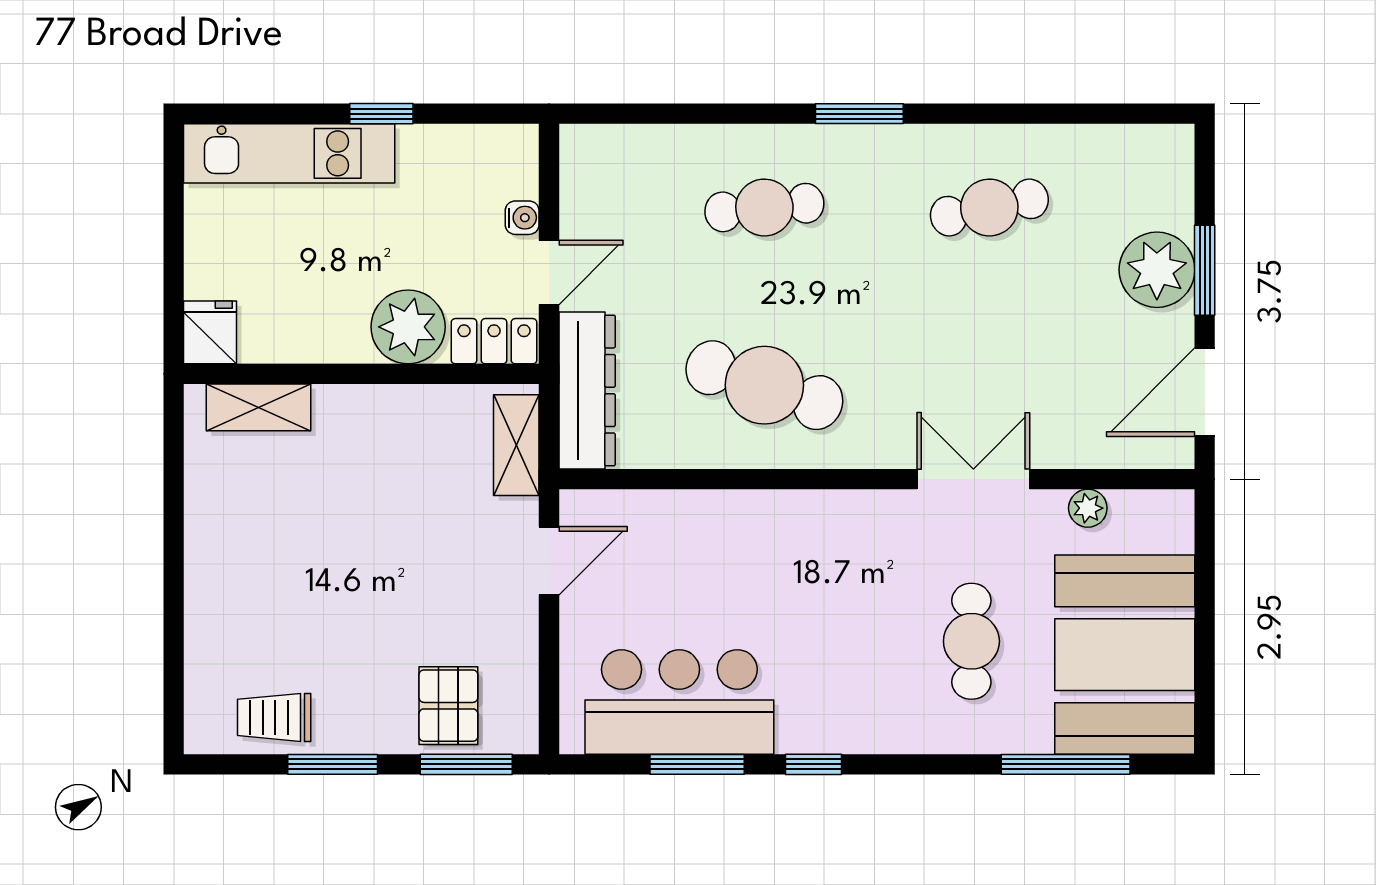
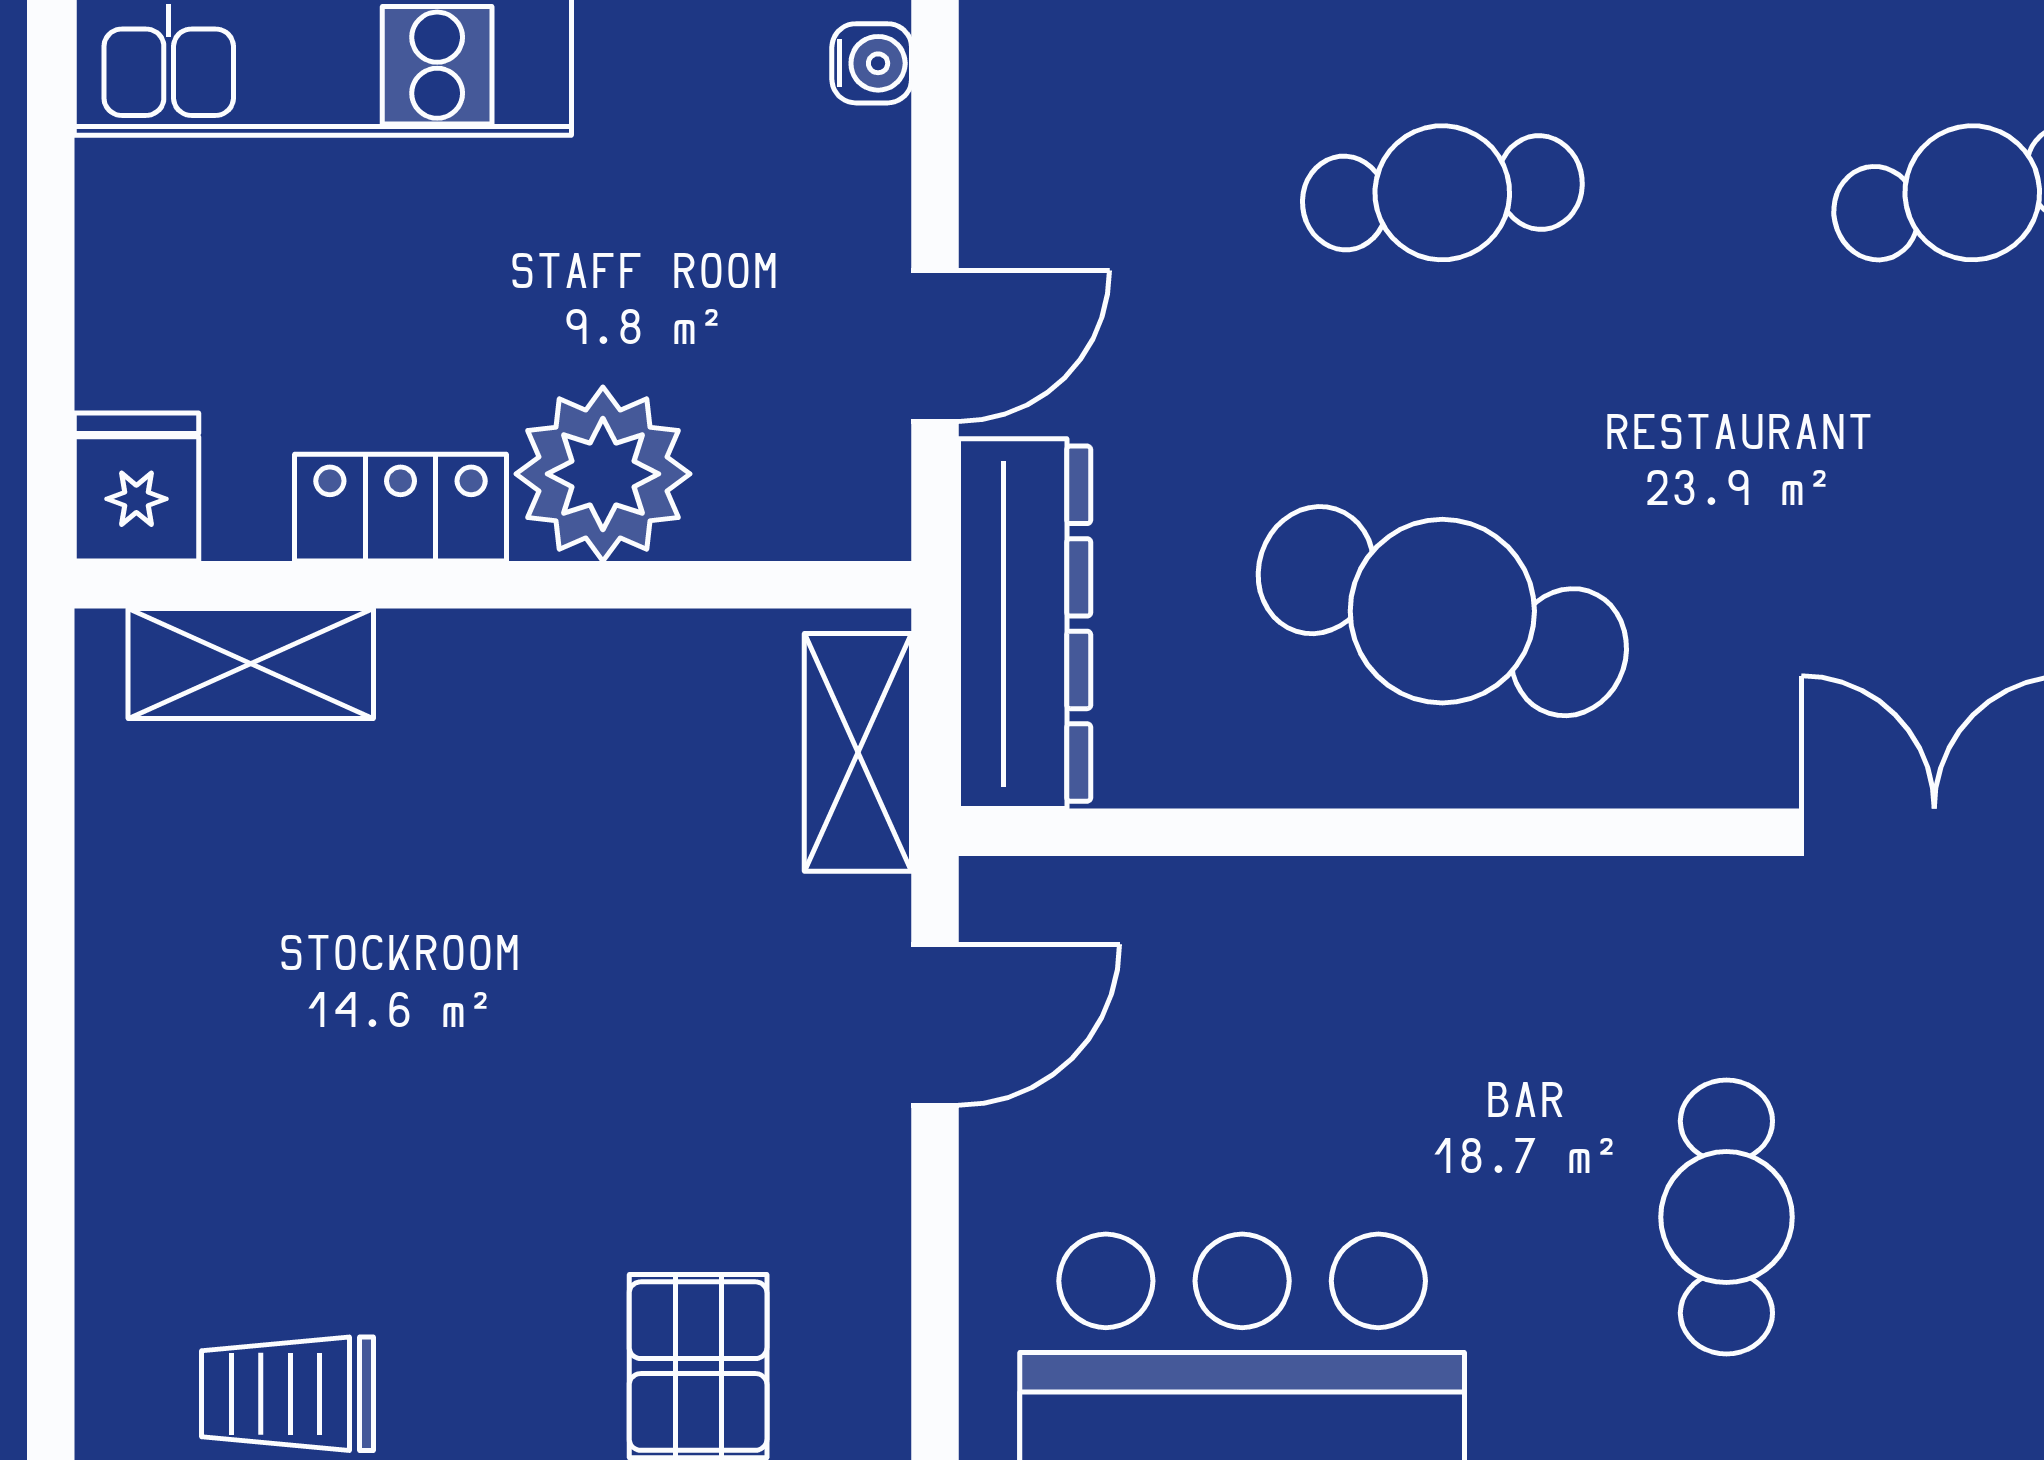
water cooler: (522, 218) -> (872, 63), moved
locker: (494, 341) -> (400, 508), moved
cafe table: (971, 641) -> (1726, 1217), moved

